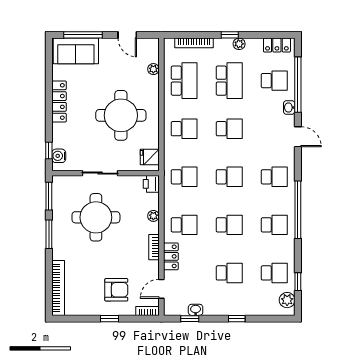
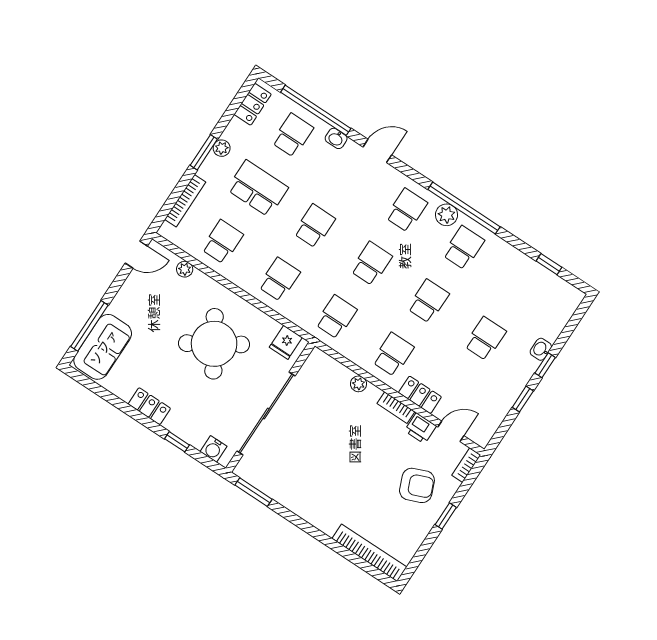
door: (127, 35) -> (136, 255), moved
window: (230, 35) -> (204, 152), width x1.50
school desk: (184, 81) -> (222, 242), width x0.54
locker: (59, 101) -> (149, 406), width x0.66
round table: (121, 115) -> (214, 344), turned -32
window: (49, 150) -> (177, 442), moved
sliding door: (100, 173) -> (266, 414), width x1.86
printer: (151, 184) -> (420, 428), moved
round table: (96, 217) -> (315, 453), removed
window: (49, 234) -> (299, 522), removed
school desk: (274, 273) -> (520, 285), removed
door: (161, 289) -> (451, 431), swing flipped
armchair: (116, 290) -> (417, 485), turned 68
plant: (287, 300) -> (447, 215), moved
washbasin: (196, 310) -> (541, 349), moved
window: (190, 319) -> (523, 399), moved

